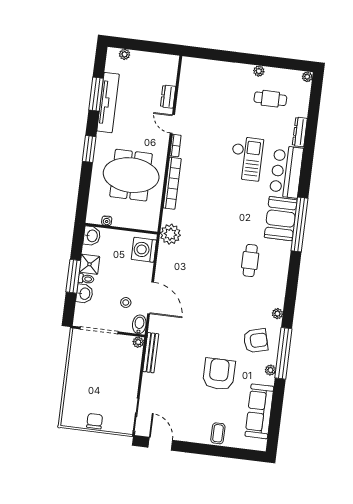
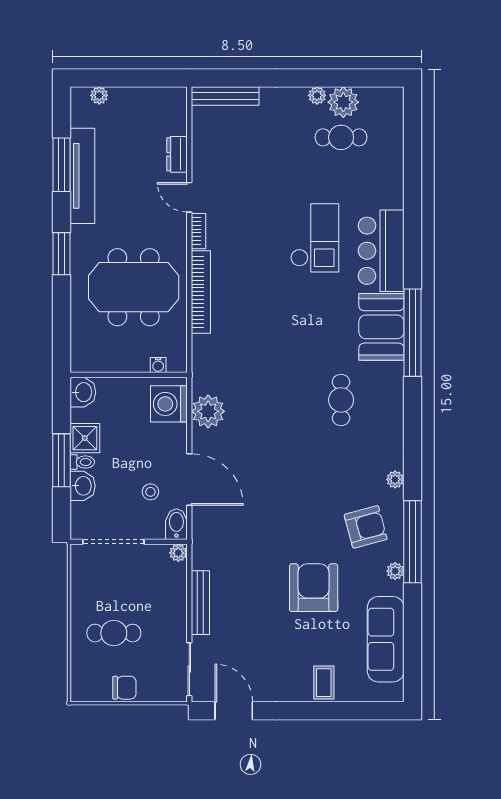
bench: (202, 64) -> (225, 96), added
plant: (307, 77) -> (343, 102), moved, width x1.88, depth x1.88
dresser: (300, 132) -> (395, 185), removed
water cooler: (107, 221) -> (158, 365), moved
plant: (170, 234) -> (208, 411), moved
bench: (151, 353) -> (200, 603), moved
cafe table: (92, 387) -> (114, 633), added
chair: (95, 421) -> (124, 688), turned 90

